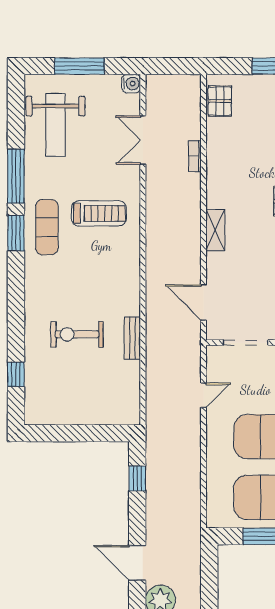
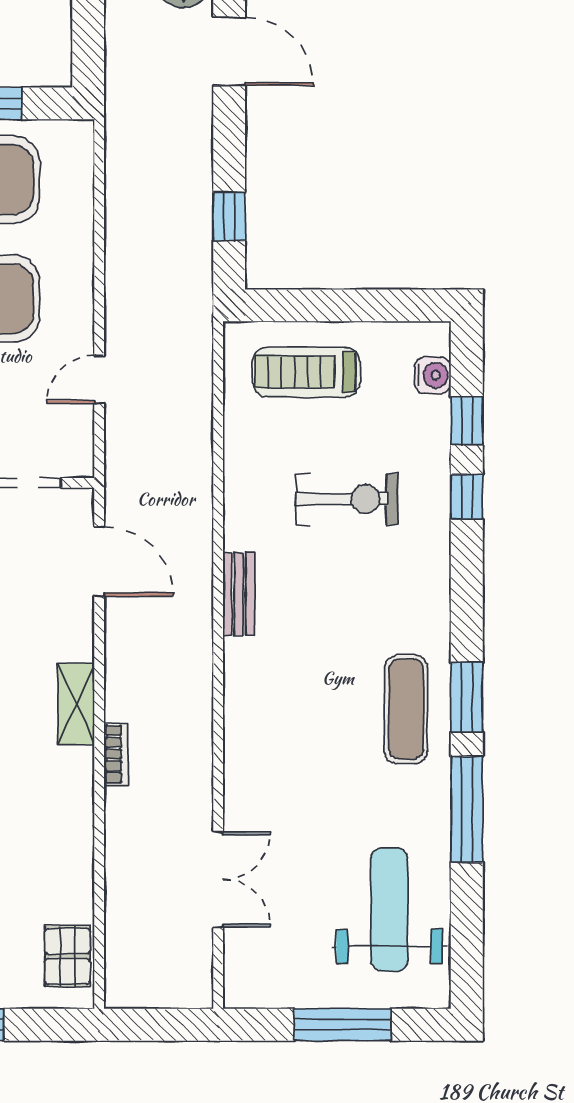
water cooler: (131, 84) -> (433, 375), moved, turned 180
bookcase: (195, 156) -> (116, 754), moved
treadmill: (99, 213) -> (306, 372), moved
window: (16, 335) -> (467, 497), added
bench: (132, 338) -> (239, 594), moved

